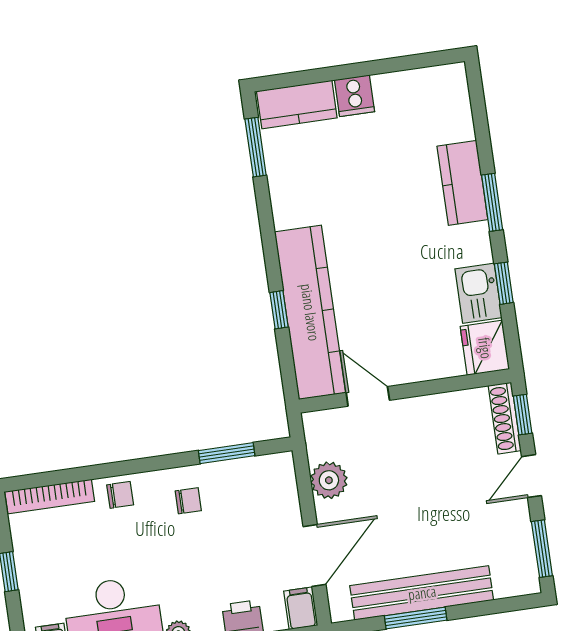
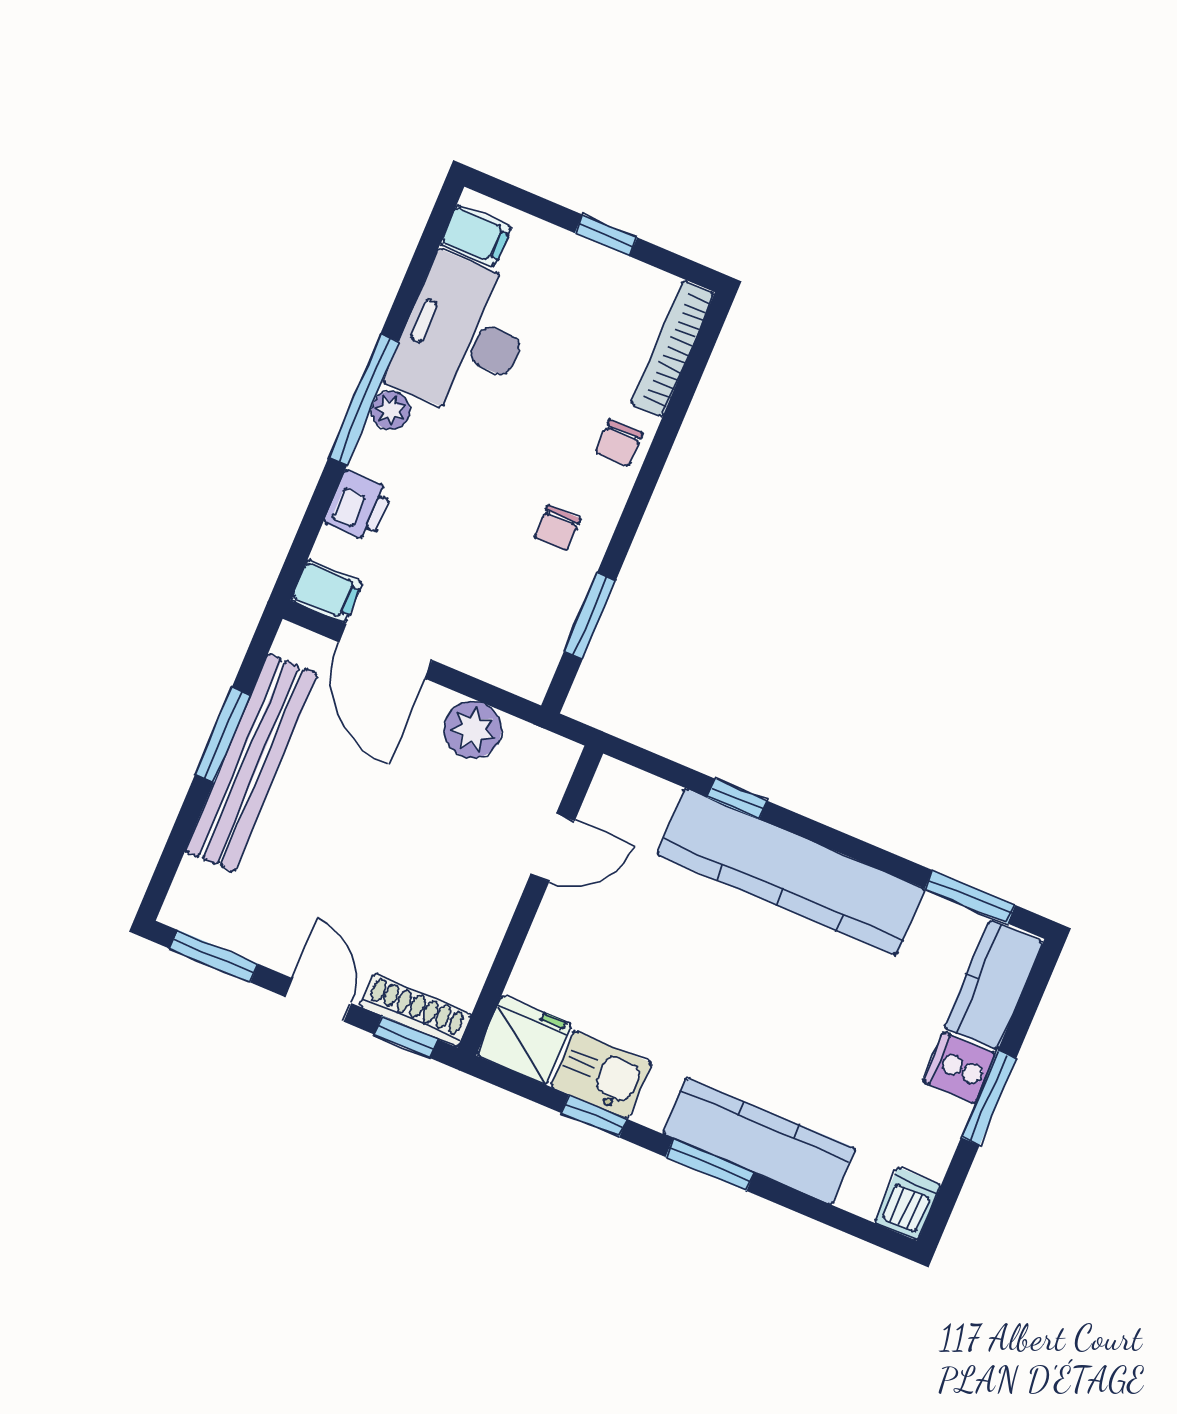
window: (361, 69) -> (989, 1098), added
dishwasher: (448, 79) -> (908, 1204), added
kitchen counter: (462, 183) -> (759, 1141), width x1.50
kitchen counter: (310, 312) -> (791, 872), moved

